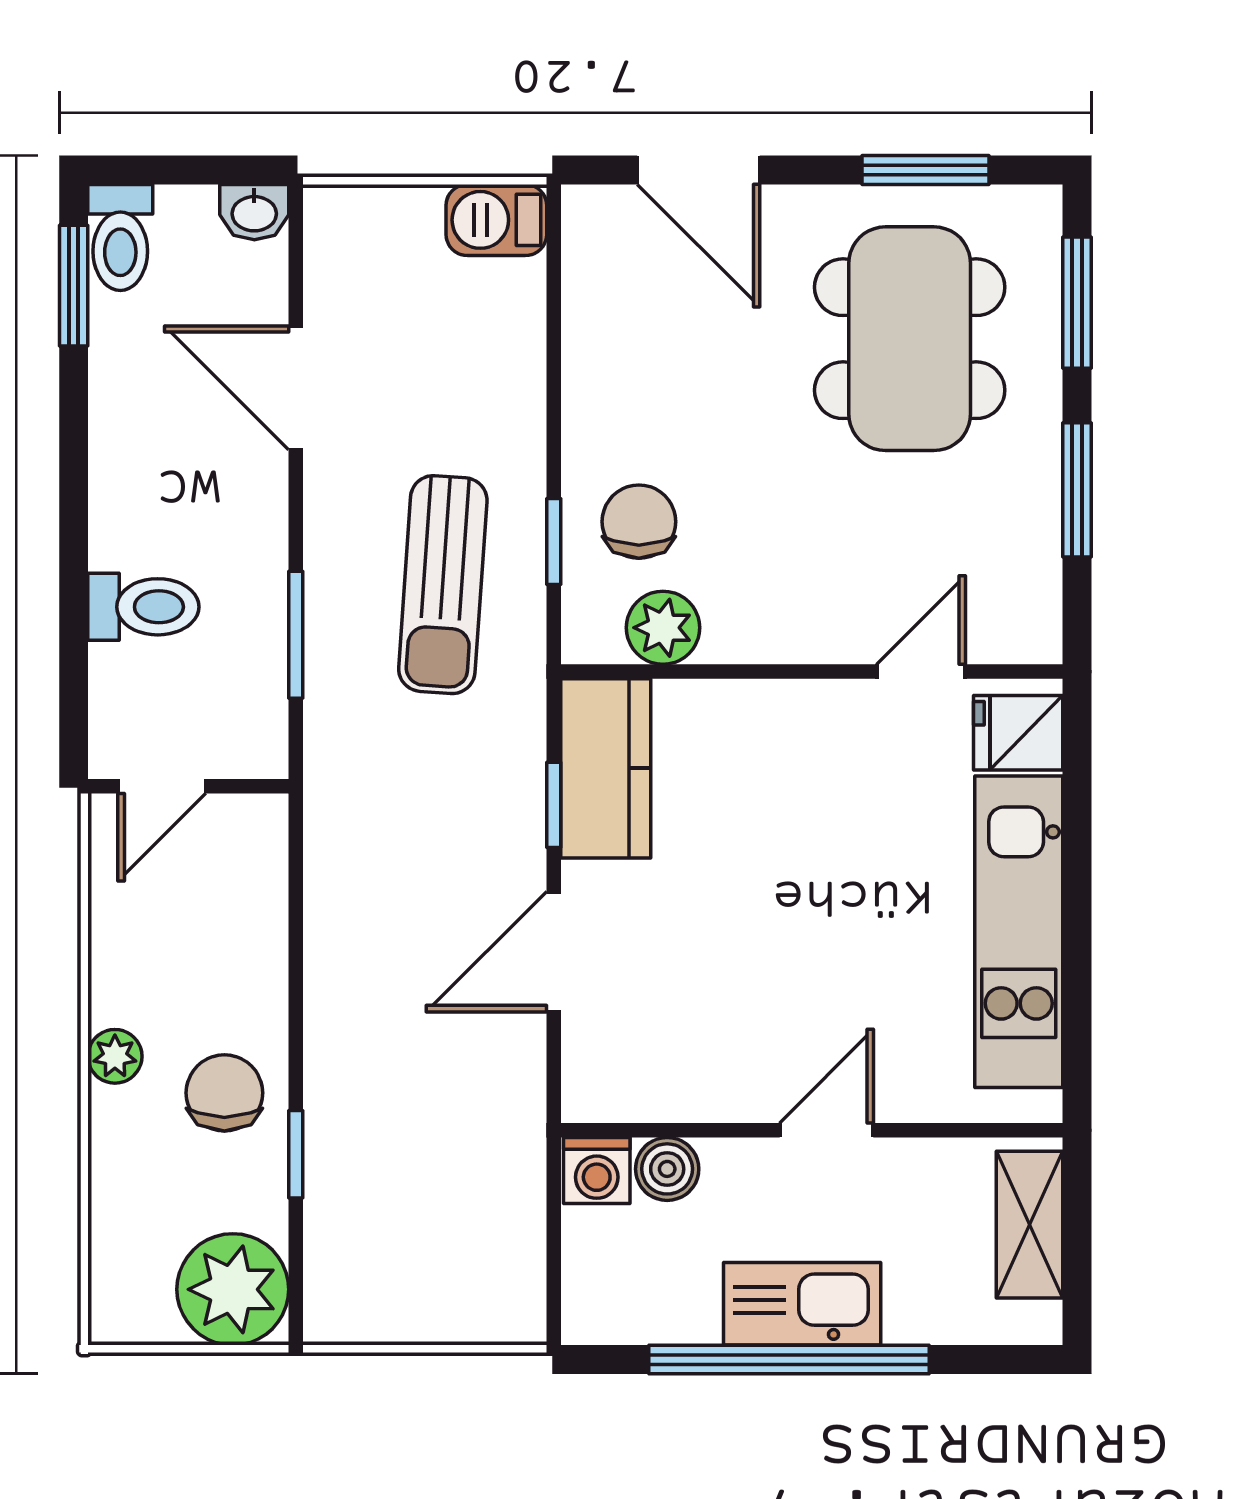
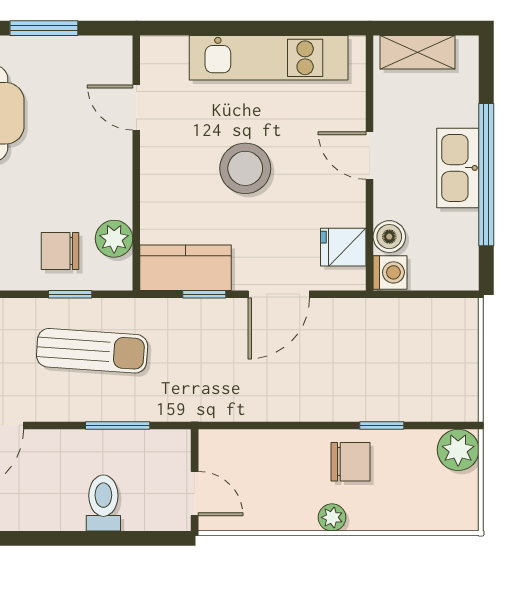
fridge: (1018, 733) -> (343, 247), moved, turned 90
stool: (801, 886) -> (245, 168), added
door: (554, 952) -> (279, 294), hinge flipped
chair: (224, 1093) -> (351, 462), turned 180
plant: (233, 1289) -> (458, 450), width x0.73, depth x0.73

